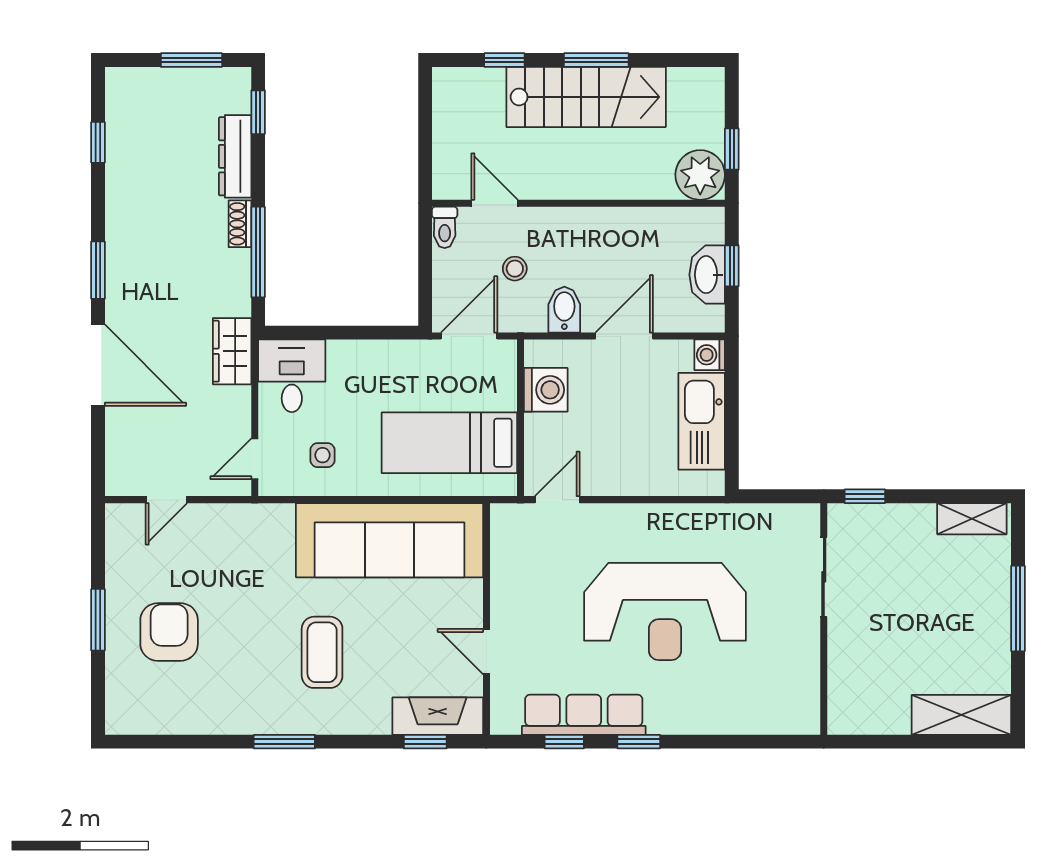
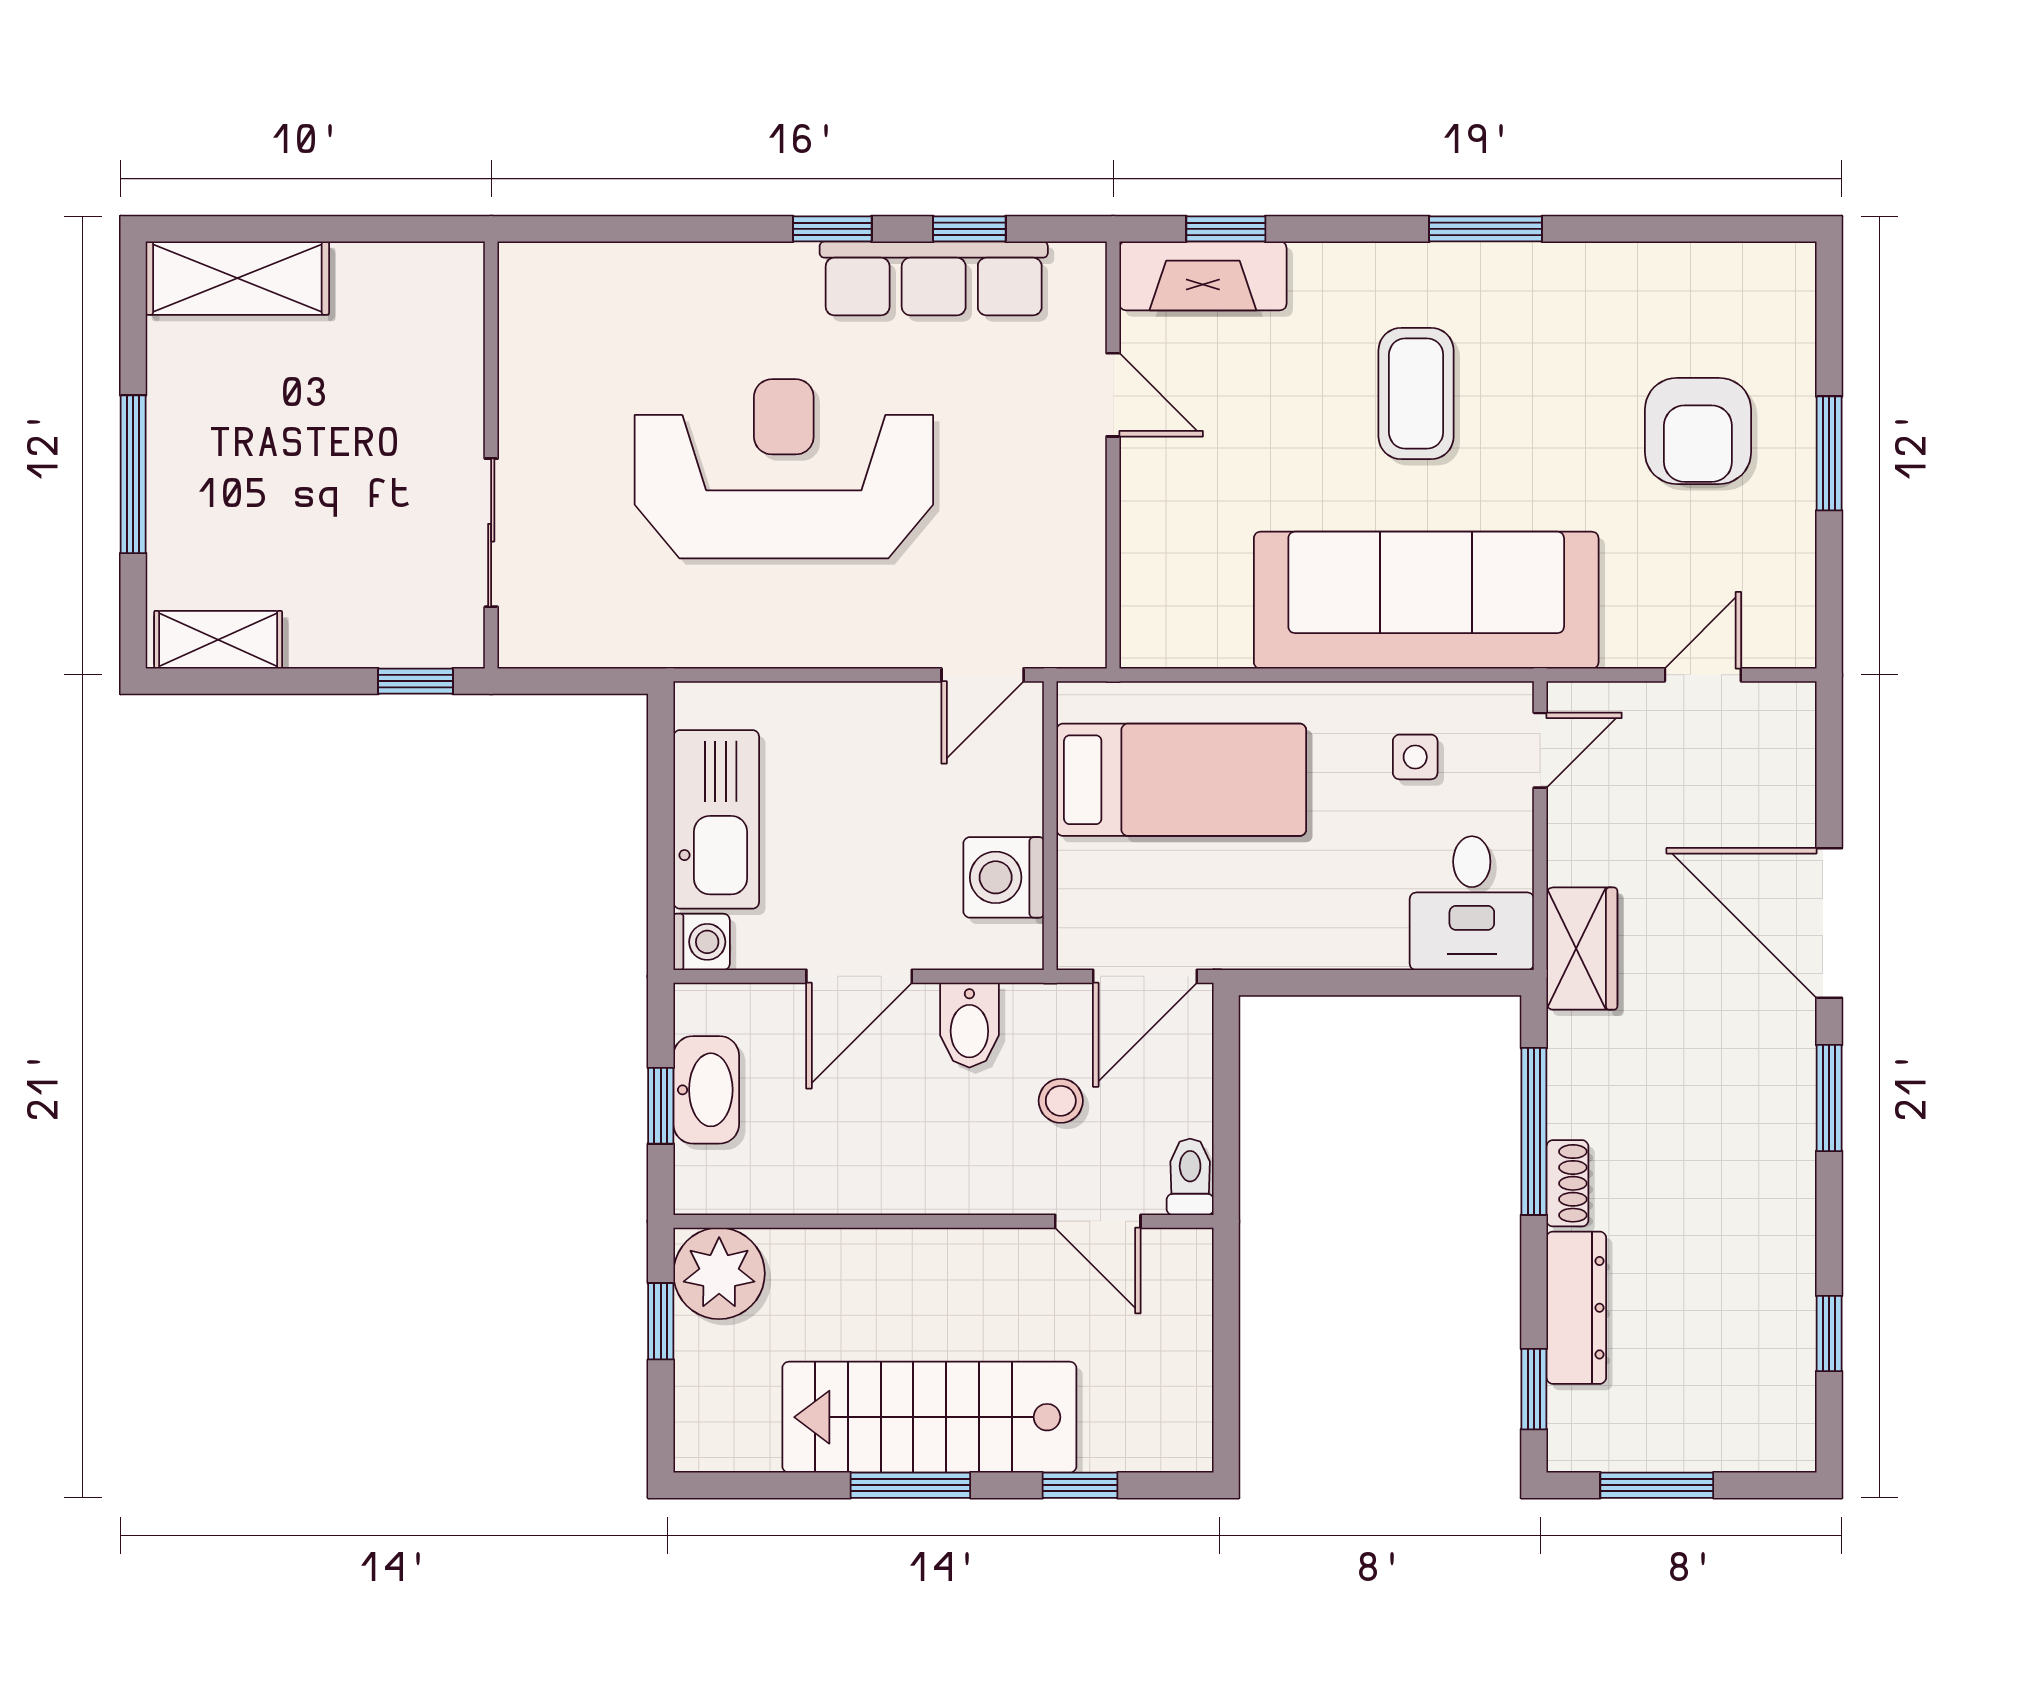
sofa: (390, 540) -> (1426, 600), moved

